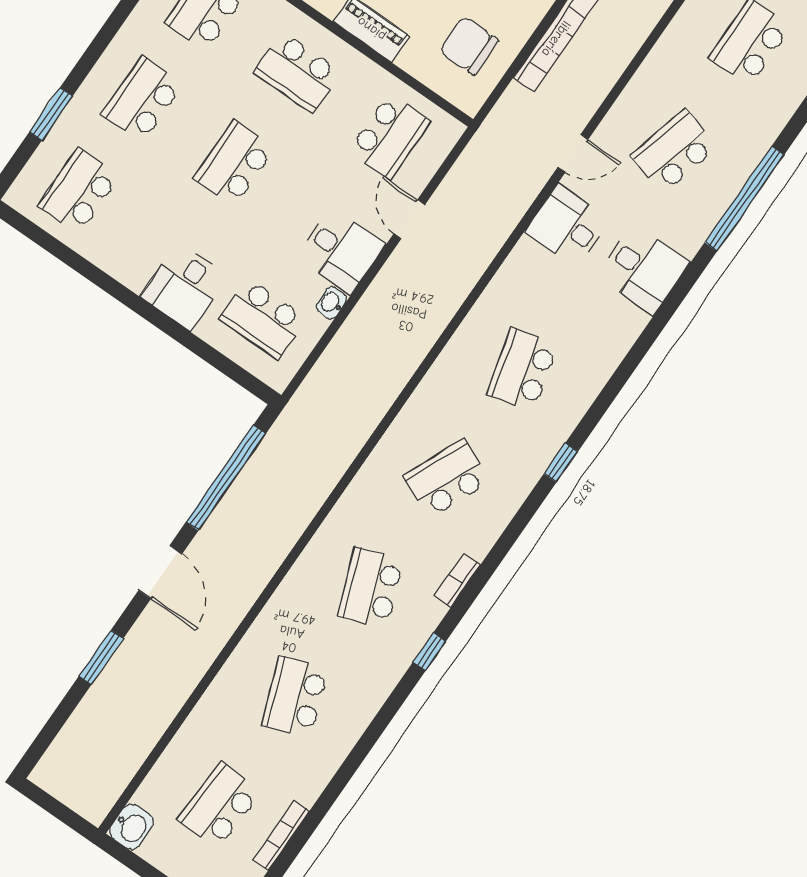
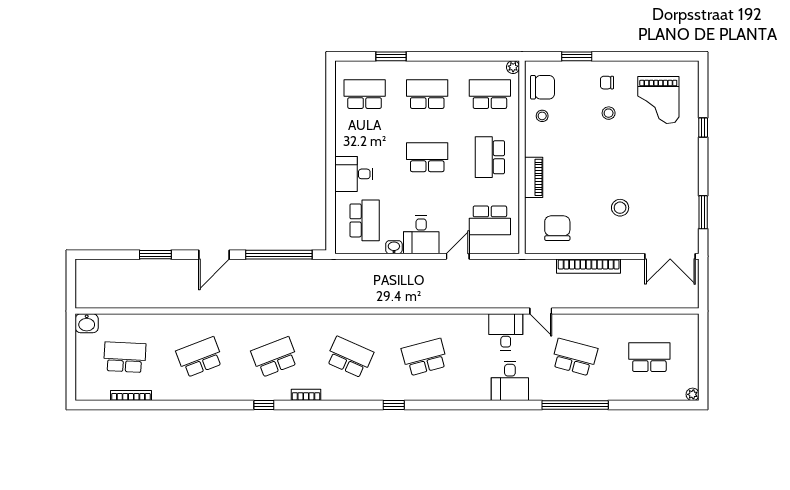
school desk: (263, 318) -> (365, 220), turned 180

